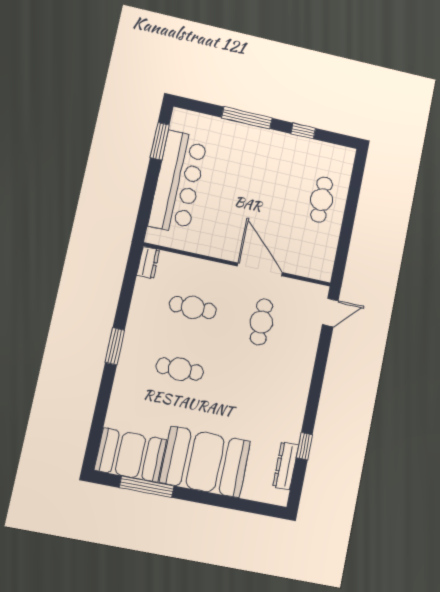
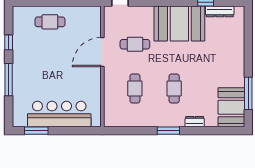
dresser: (148, 263) -> (195, 122), moved
booth: (205, 462) -> (179, 24), moved, turned 90

